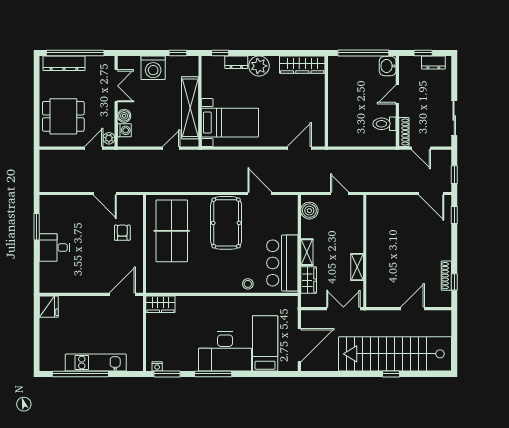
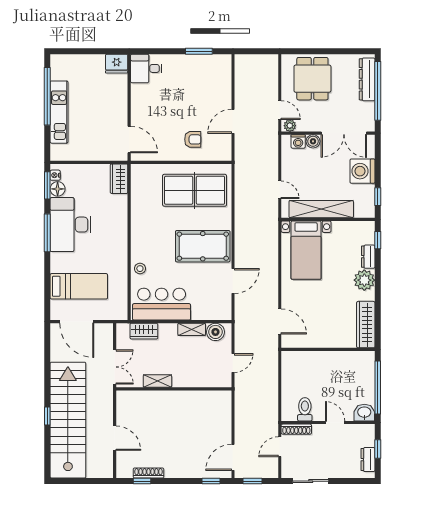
double door: (116, 86) -> (344, 133), width x1.37
desk: (55, 247) -> (146, 68), moved, turned -90
shelving: (307, 252) -> (192, 329), moved
desk: (225, 351) -> (71, 225), moved
floor lamp: (170, 364) -> (58, 189), added

